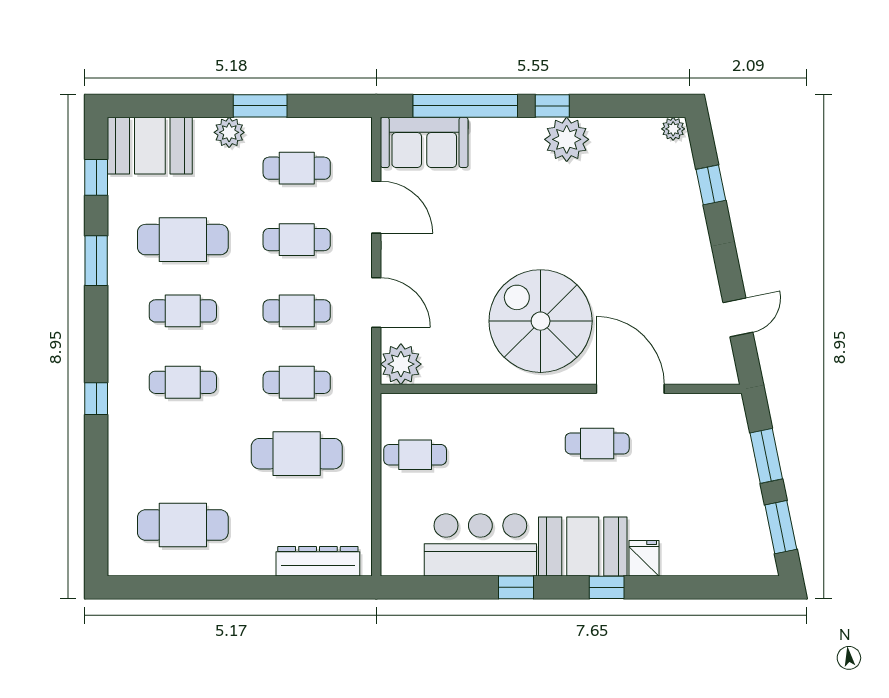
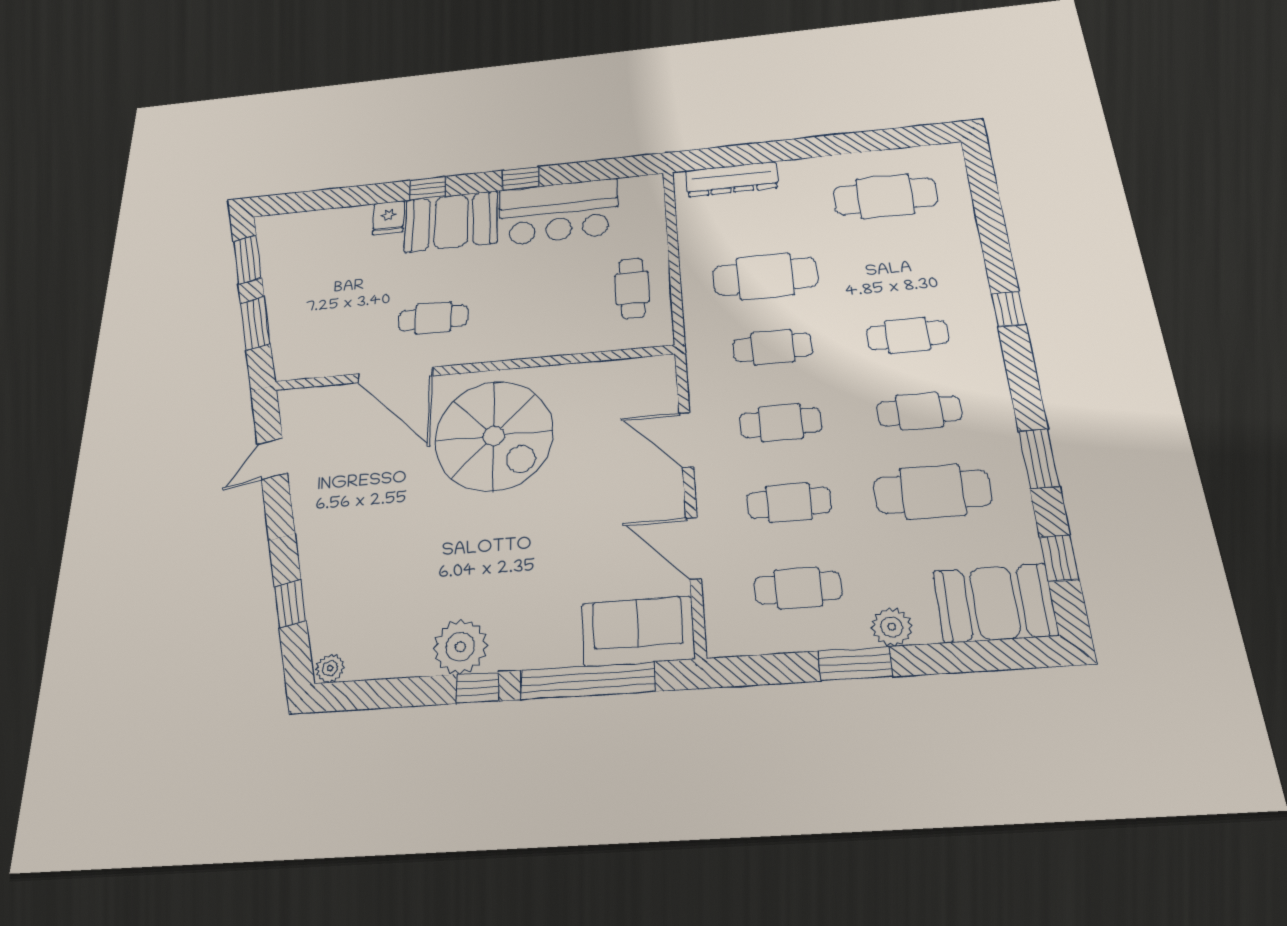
plant: (401, 364) -> (653, 377), removed
cafe table: (415, 455) -> (632, 288), turned 90

